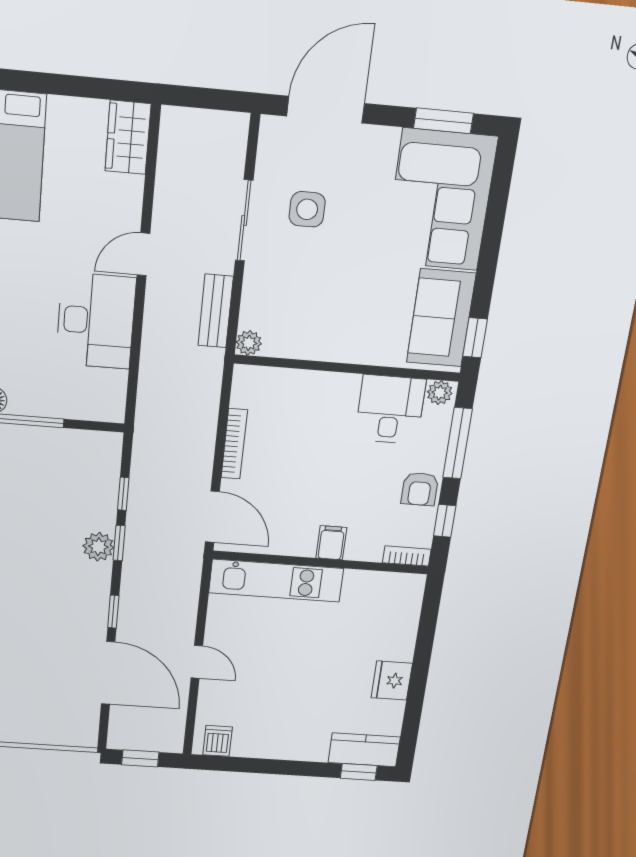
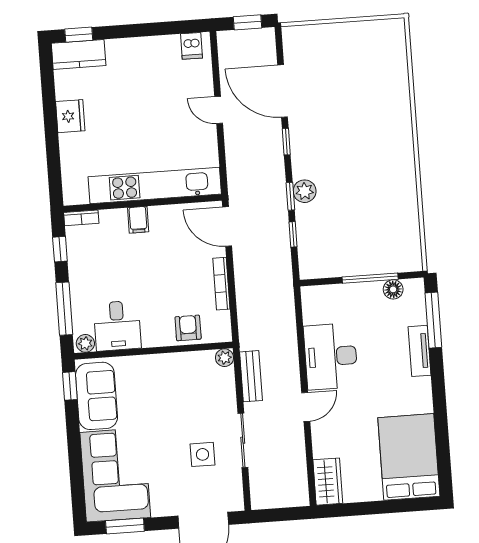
armchair: (420, 489) -> (188, 328), moved
kitchen unit: (276, 581) -> (155, 185), width x1.36

